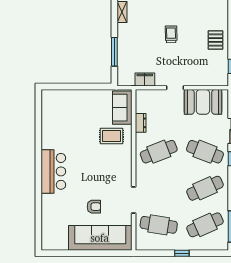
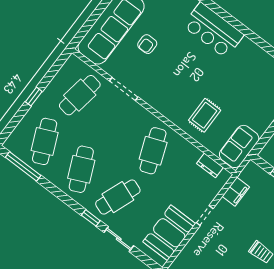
sofa: (122, 108) -> (239, 146), moved, turned -90
dresser: (141, 123) -> (210, 165), moved

